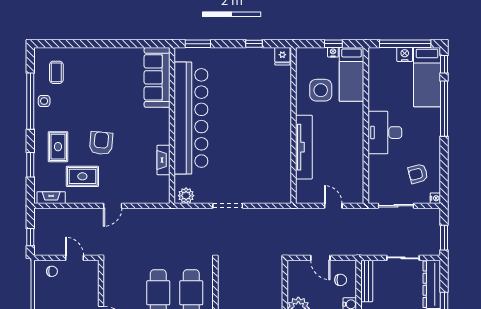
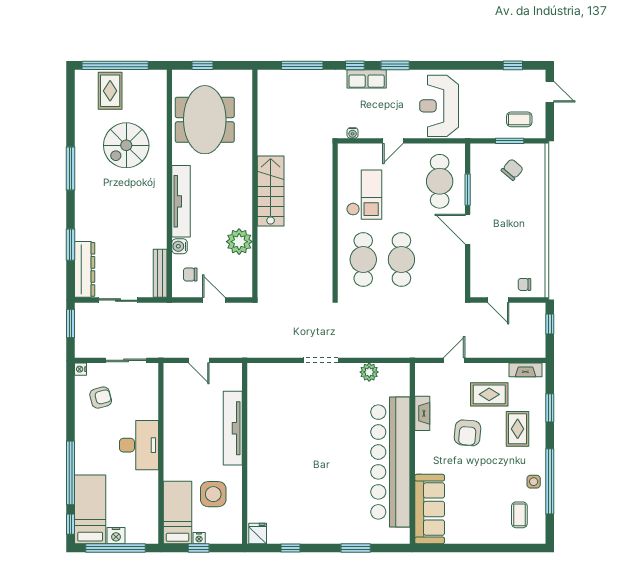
sofa: (157, 77) -> (430, 509), moved
bar counter: (191, 118) -> (390, 462), moved
wall: (172, 125) -> (412, 453), moved
fireplace: (163, 160) -> (422, 413), moved

